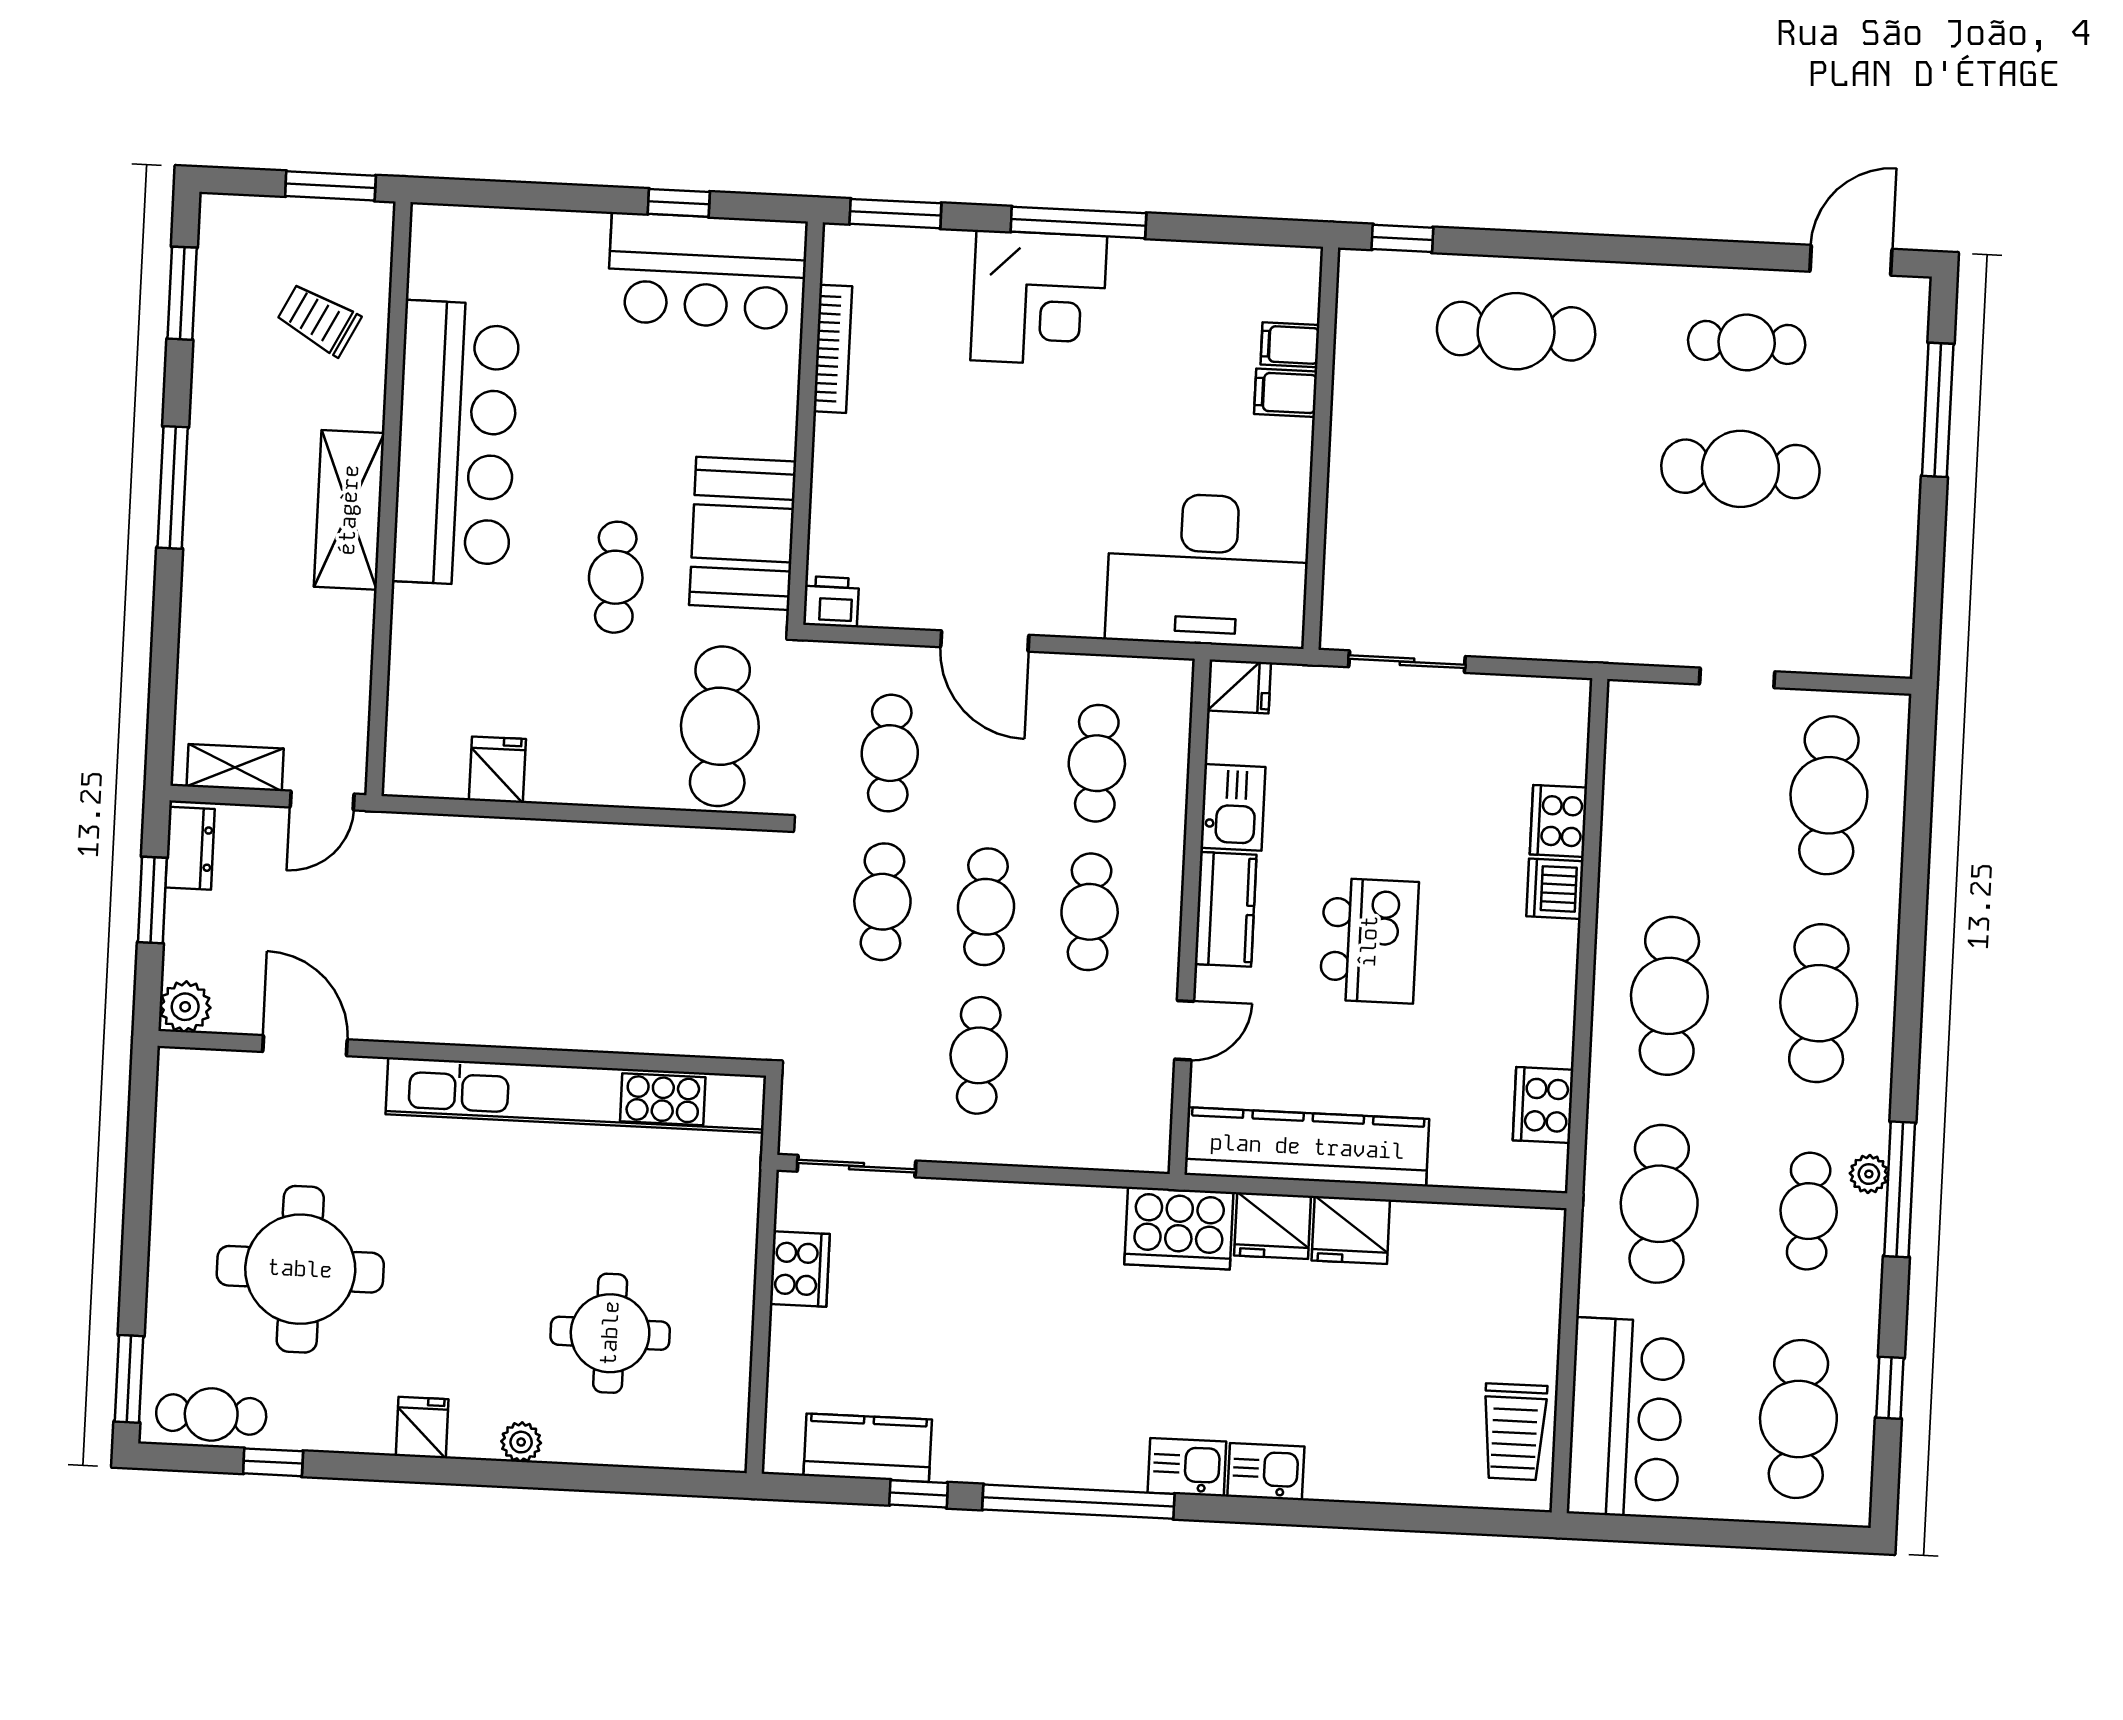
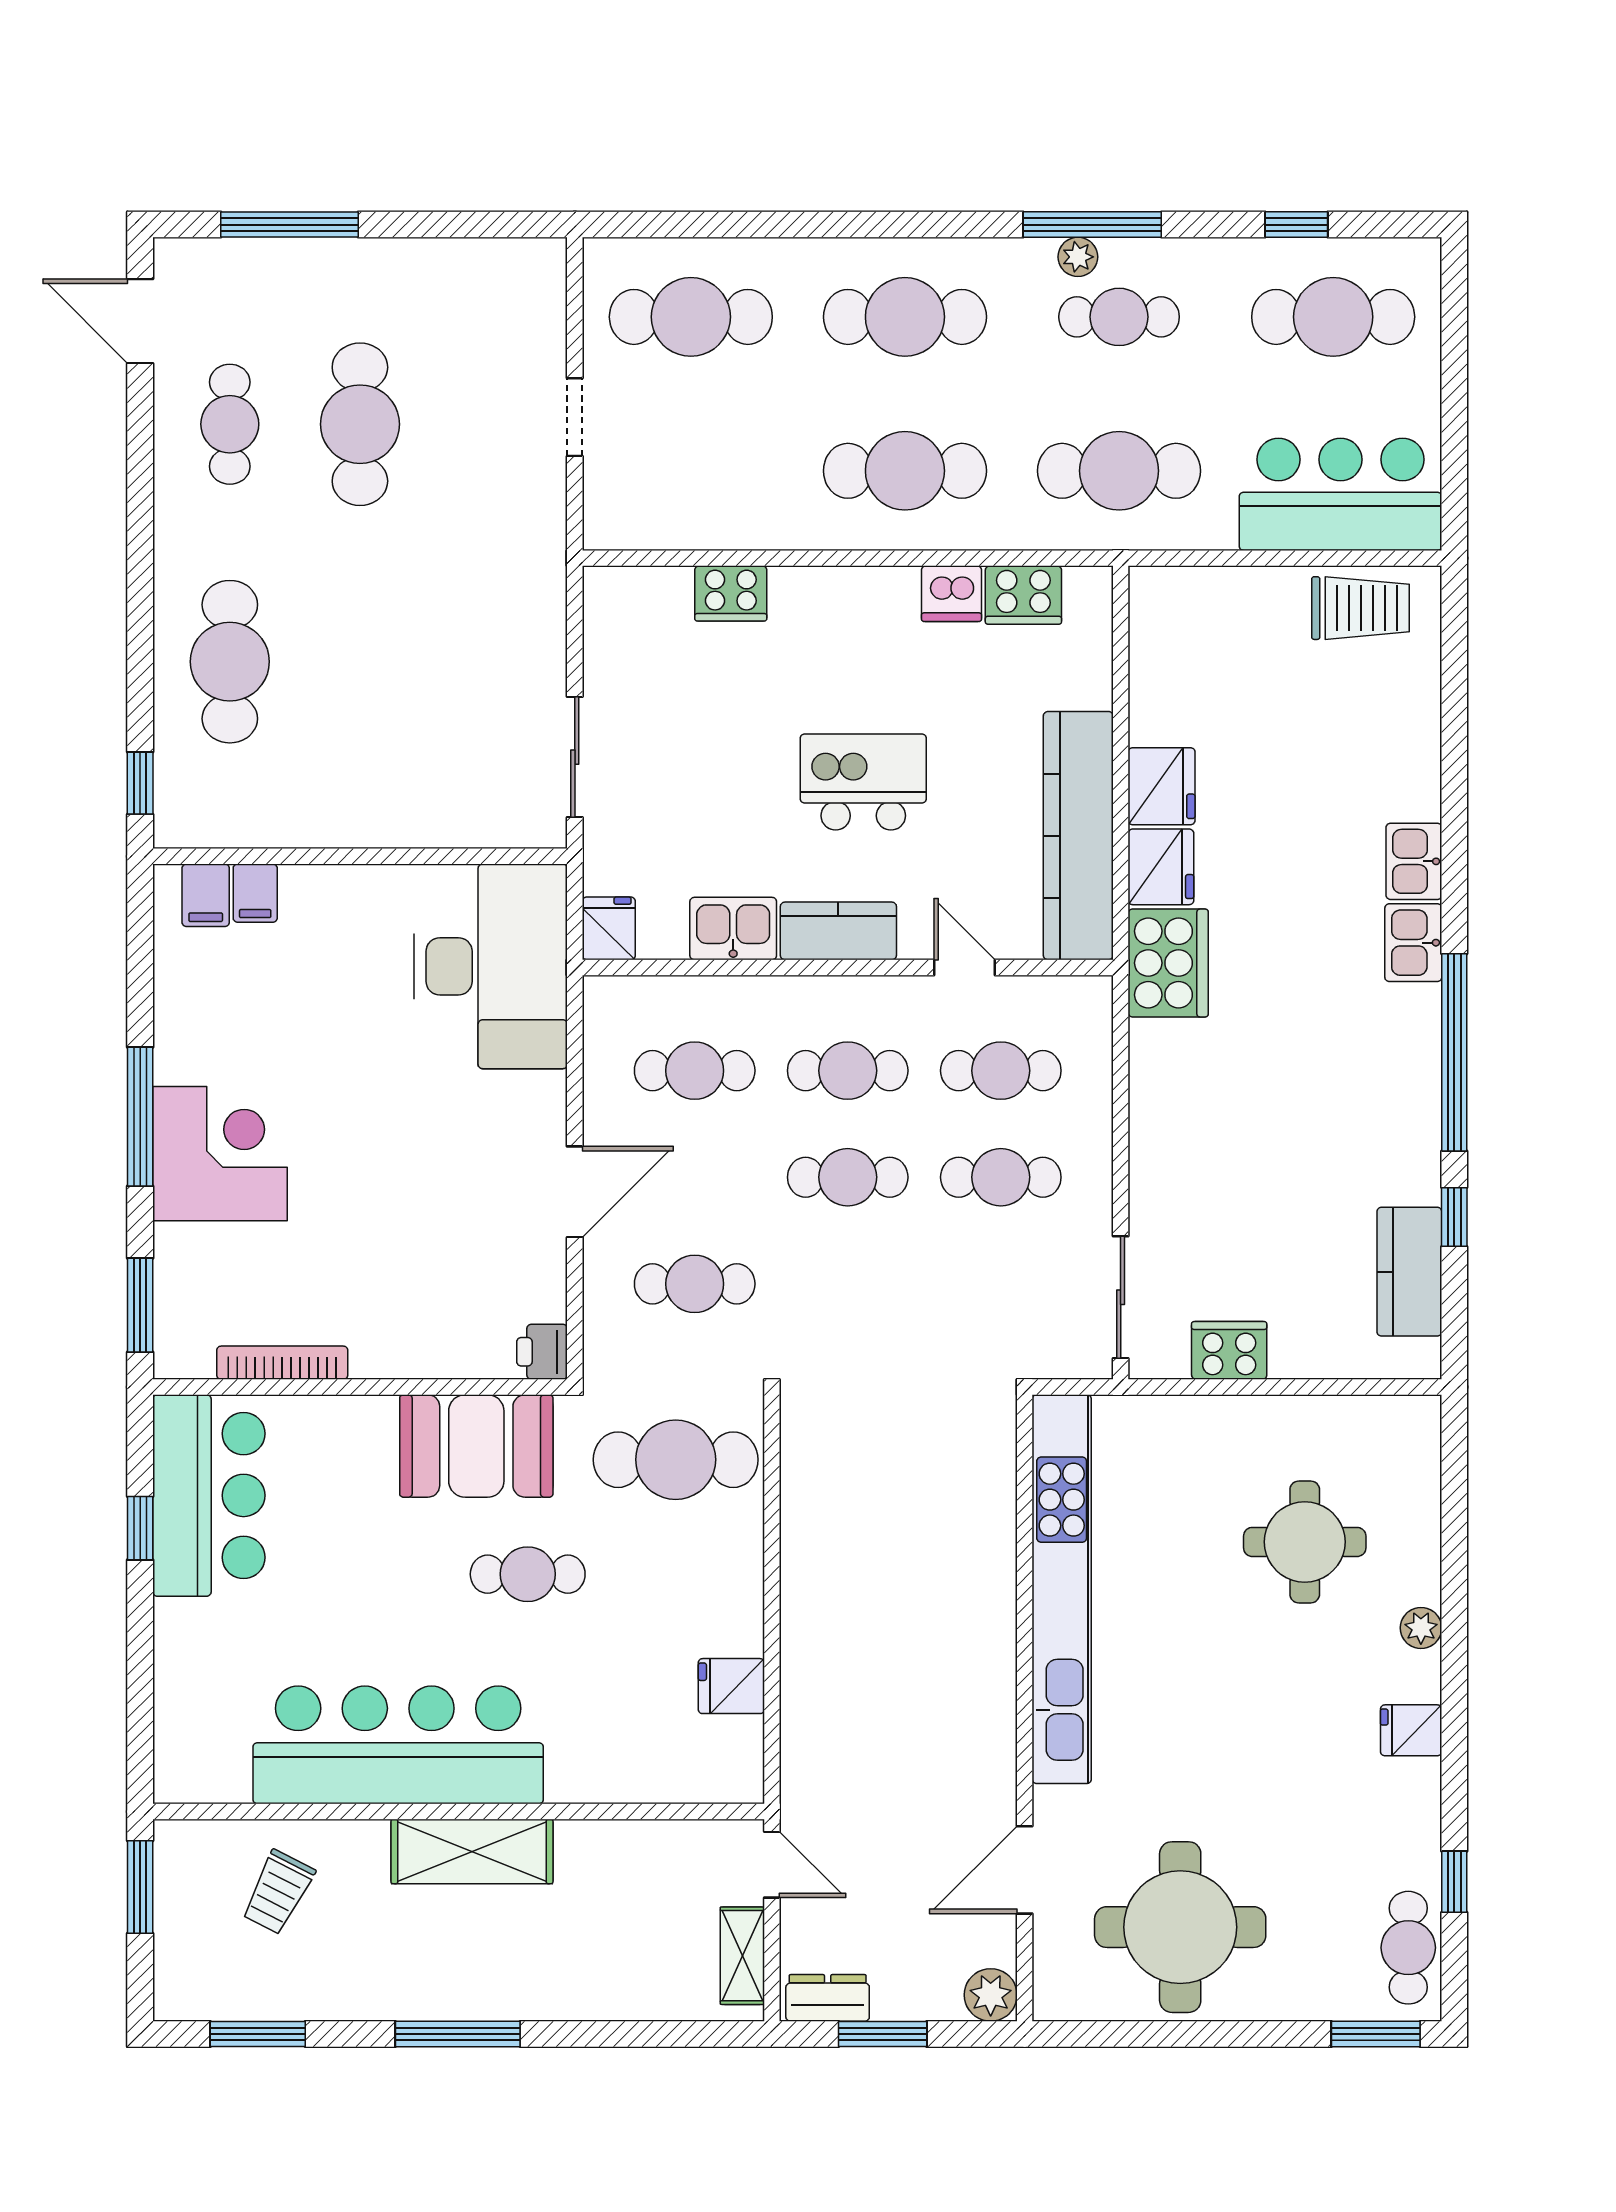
filing cabinet: (1286, 393) -> (206, 895), moved
dishwasher: (1555, 889) -> (952, 594), moved
cafe table: (882, 902) -> (1001, 1071), moved
round table: (300, 1269) -> (1180, 1927), moved

